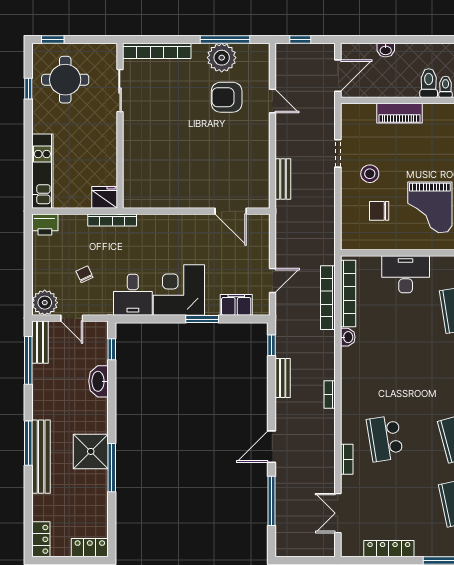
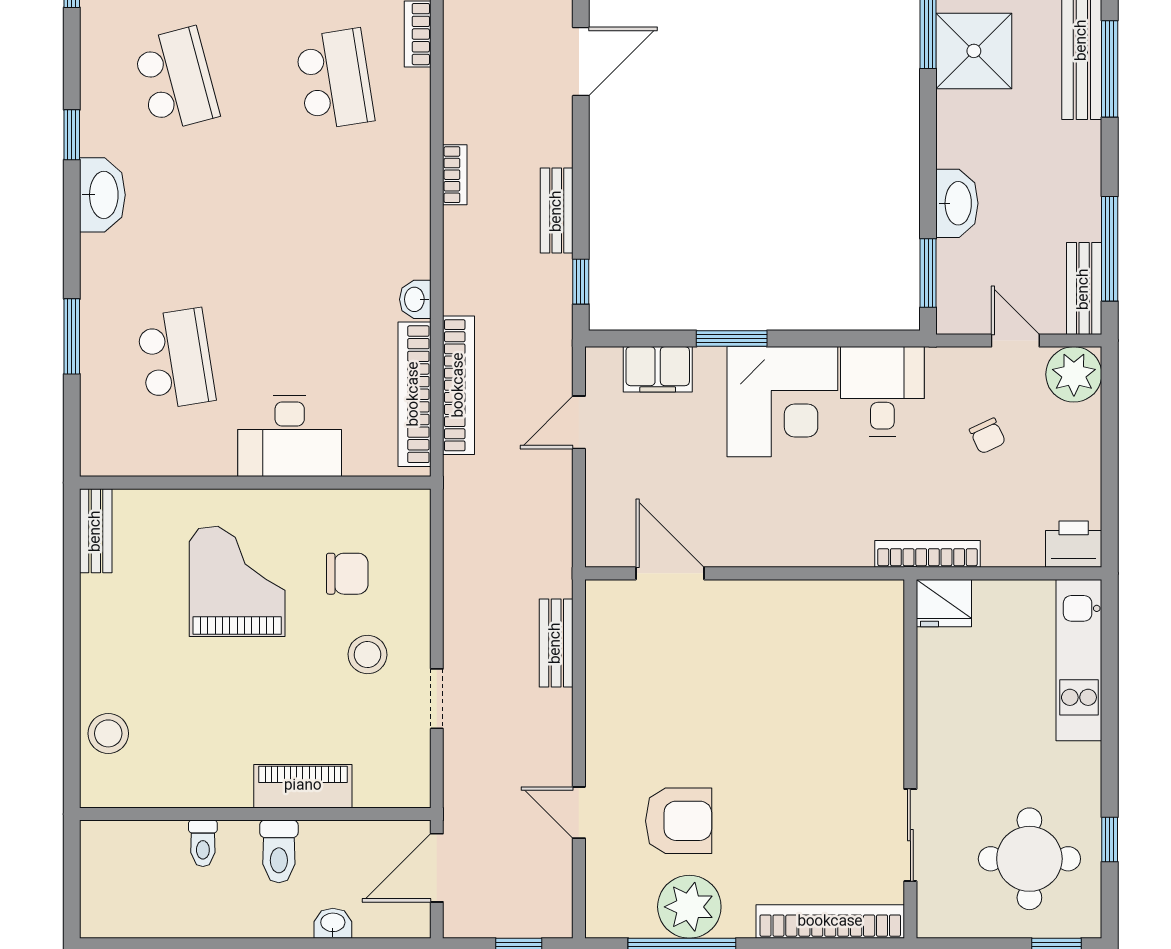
toilet: (429, 83) -> (279, 851), moved
window: (112, 349) -> (928, 273), width x1.50

